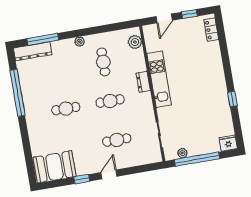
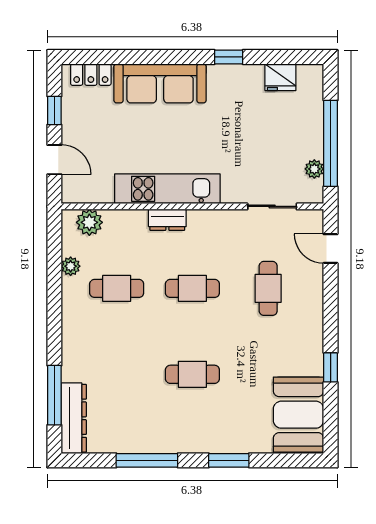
plant: (79, 42) -> (71, 266), moved
sofa: (213, 66) -> (160, 83), added
window: (17, 93) -> (147, 460), width x0.68
cafe table: (110, 101) -> (192, 288), turned 90
cafe table: (66, 109) -> (192, 374), turned 90
window: (25, 135) -> (229, 460), added
fridge: (228, 143) -> (280, 77), moved, turned -90
door: (109, 174) -> (331, 249), moved

